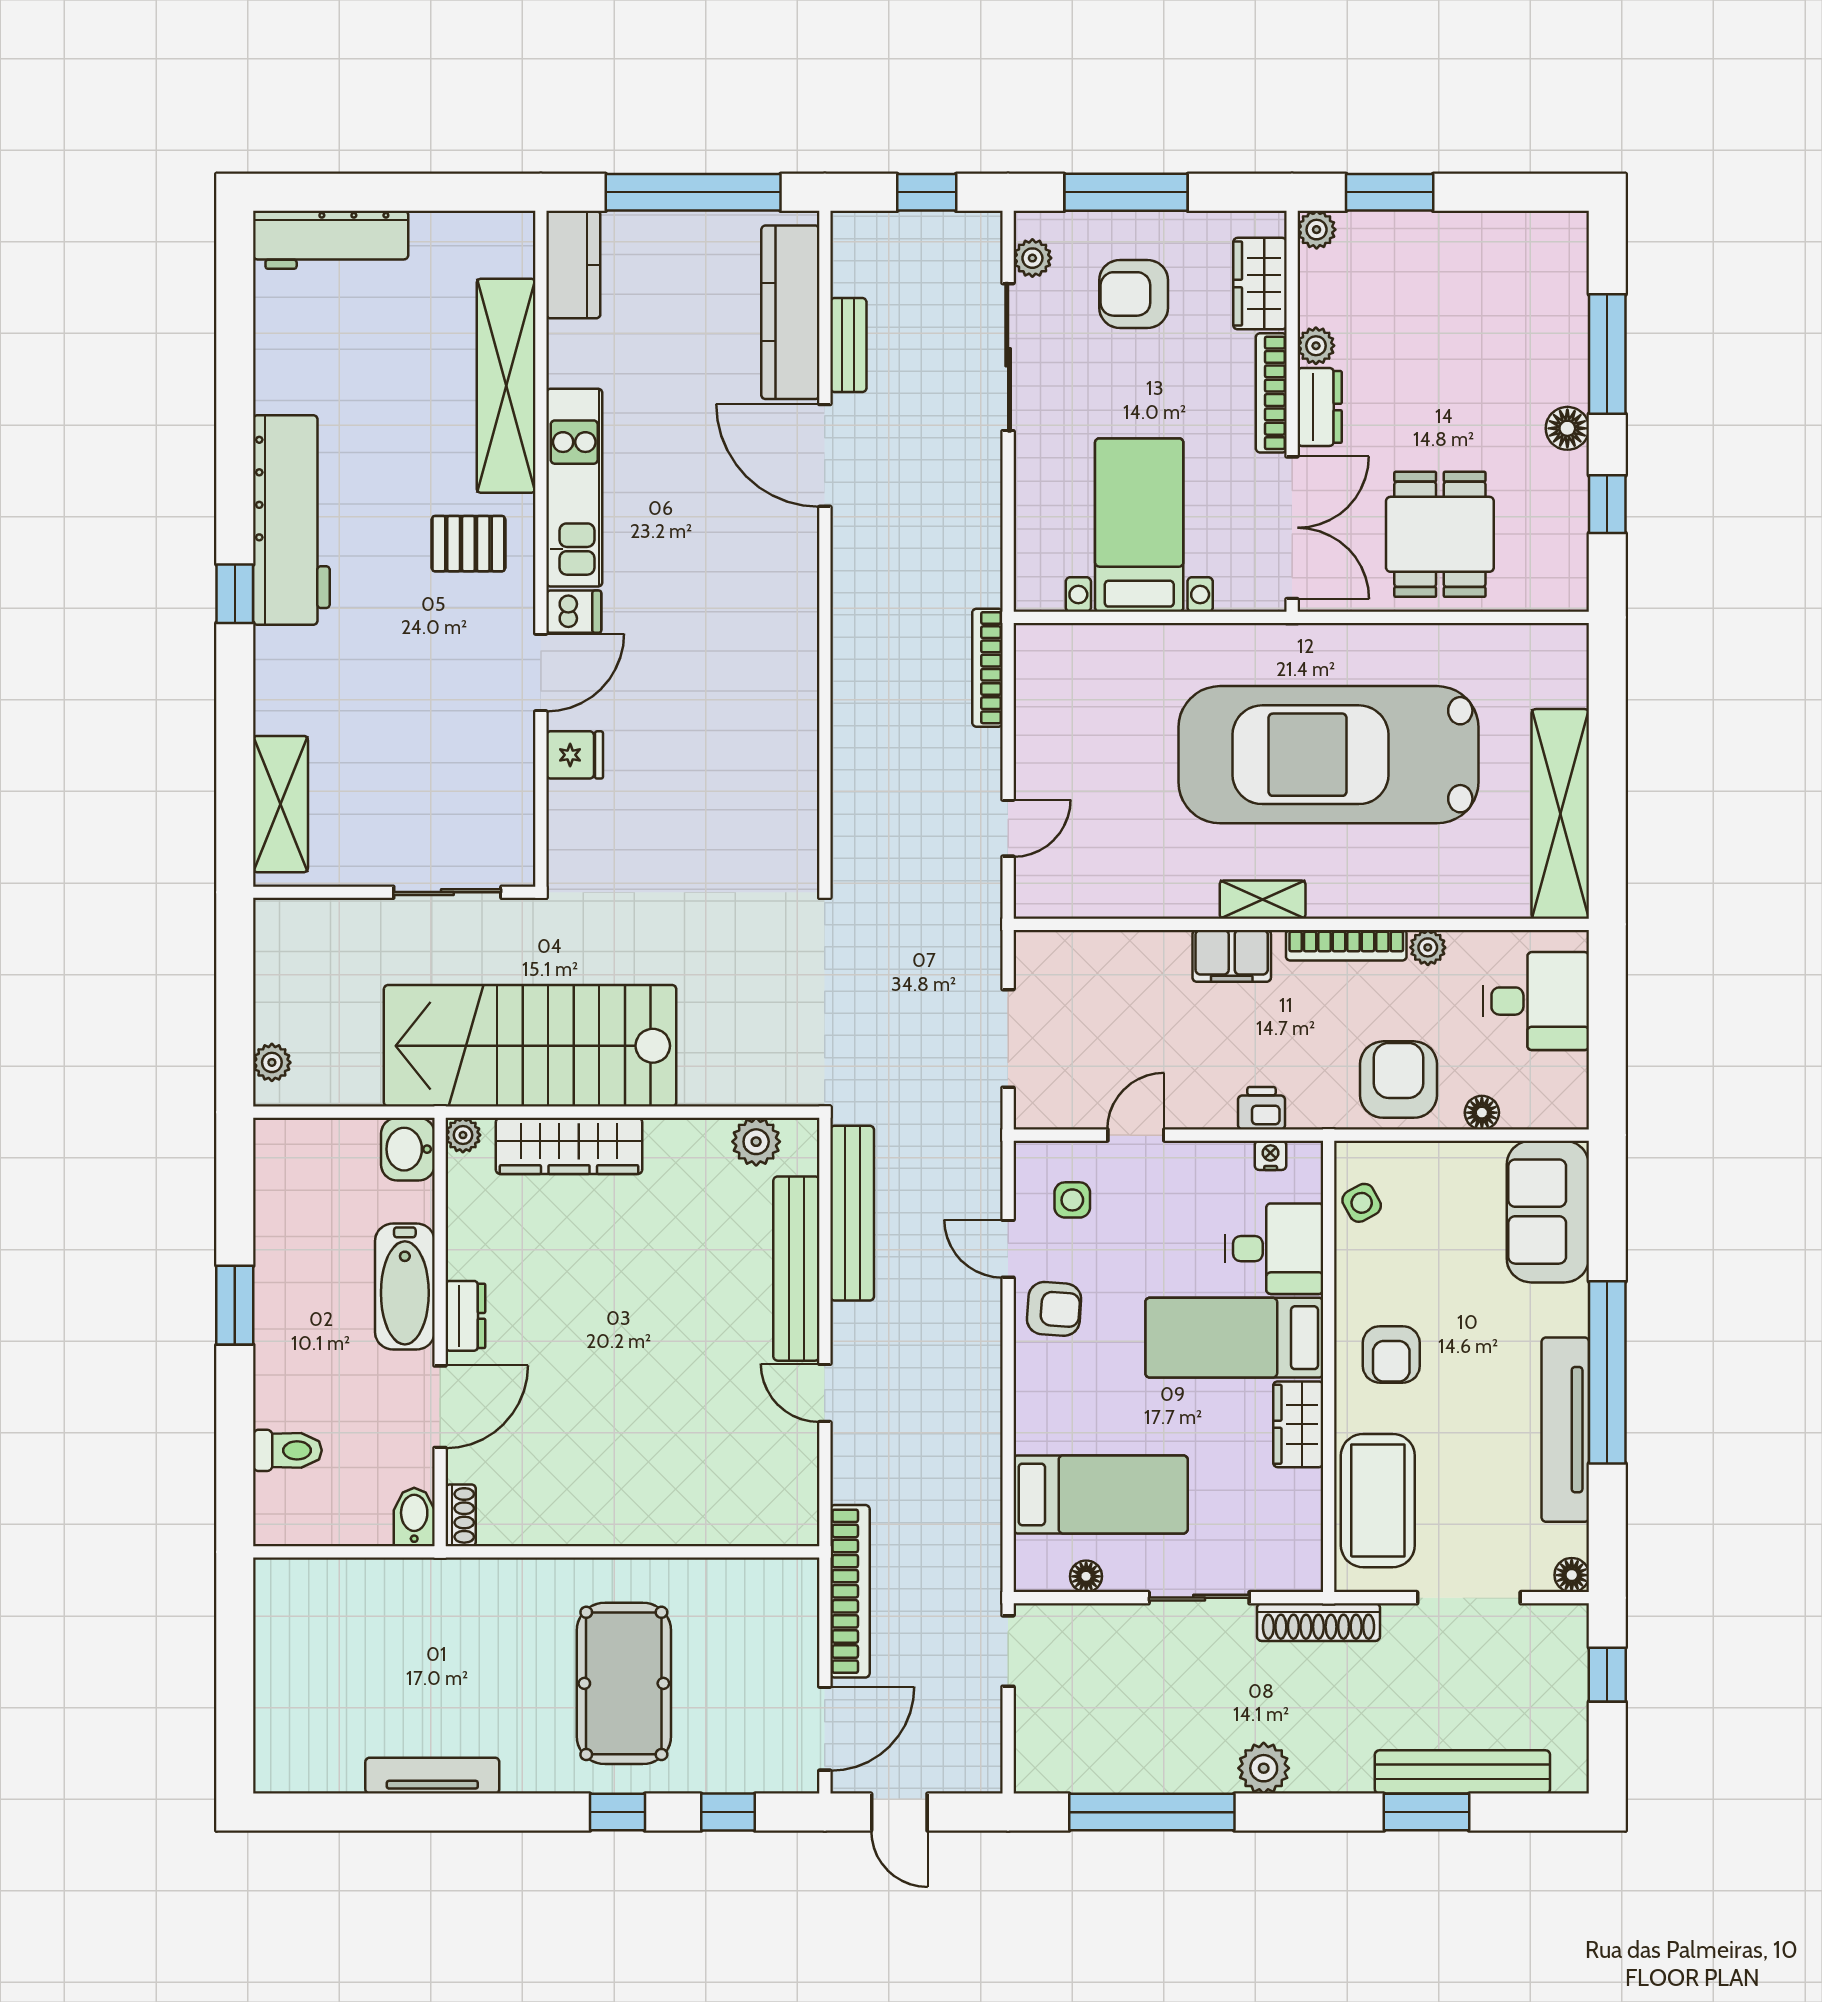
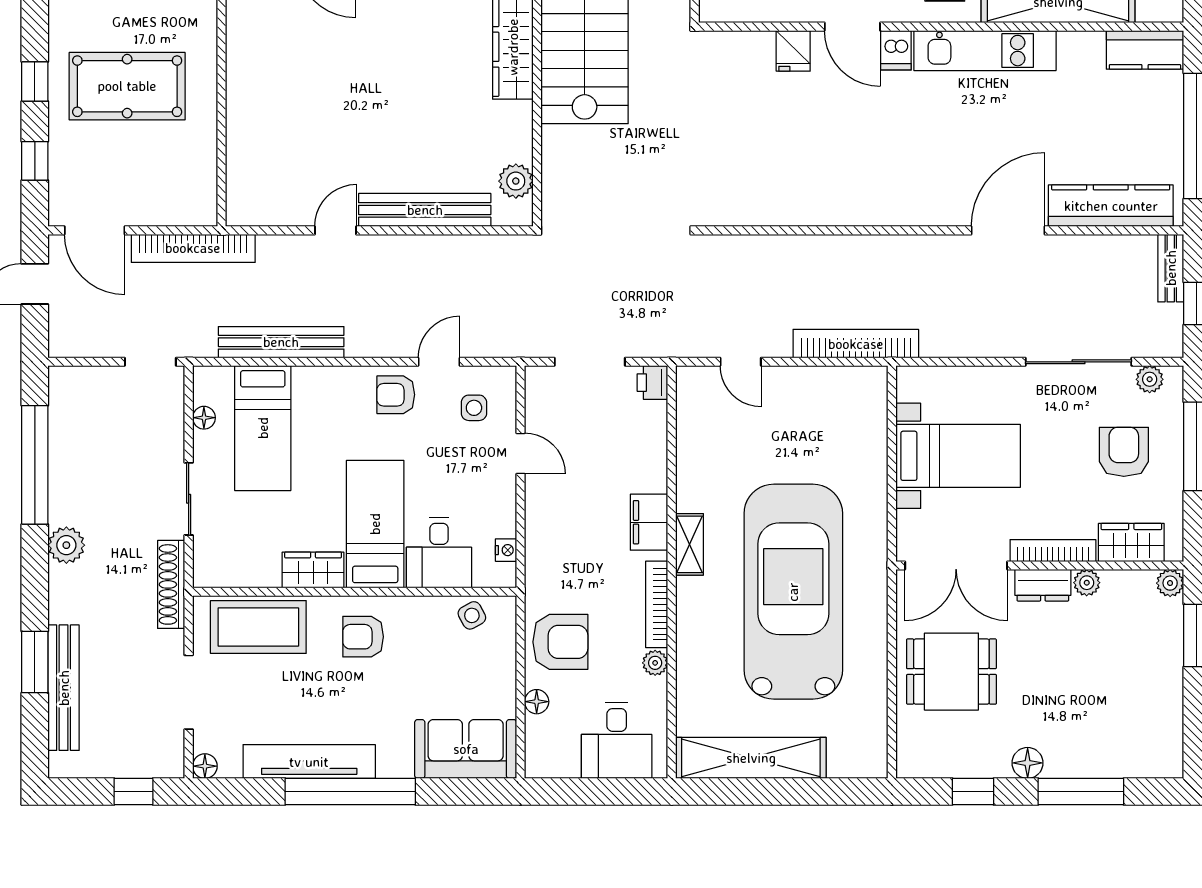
bench: (848, 345) -> (1171, 268), moved, turned 90
bookcase: (987, 668) -> (856, 344), width x1.48, depth x1.31
printer: (1262, 1108) -> (652, 383), moved, turned 180
bench: (852, 1213) -> (281, 342), moved
armchair: (1054, 1309) -> (396, 395), turned 86

